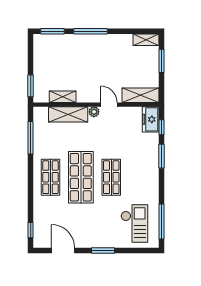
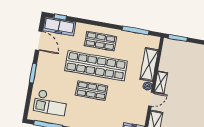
shelving: (63, 97) -> (161, 83), moved
shop shelf: (81, 177) -> (96, 66), width x1.40
freezer: (42, 229) -> (59, 26), added
door: (63, 250) -> (39, 41), hinge flipped

